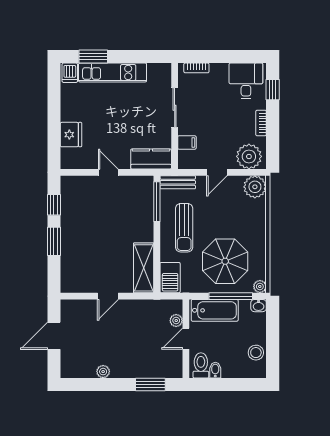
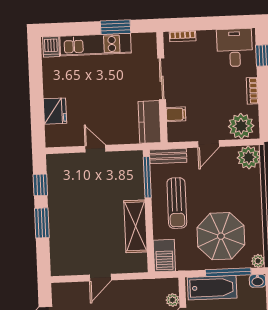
window: (93, 57) -> (116, 27), moved
kitchen counter: (151, 159) -> (149, 122), moved, turned -90
shelving: (144, 268) -> (136, 226), moved

